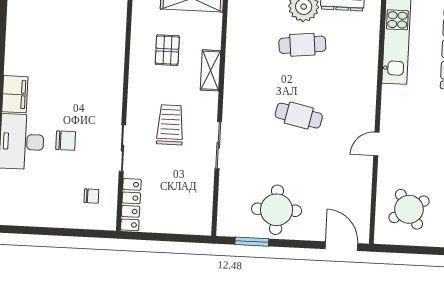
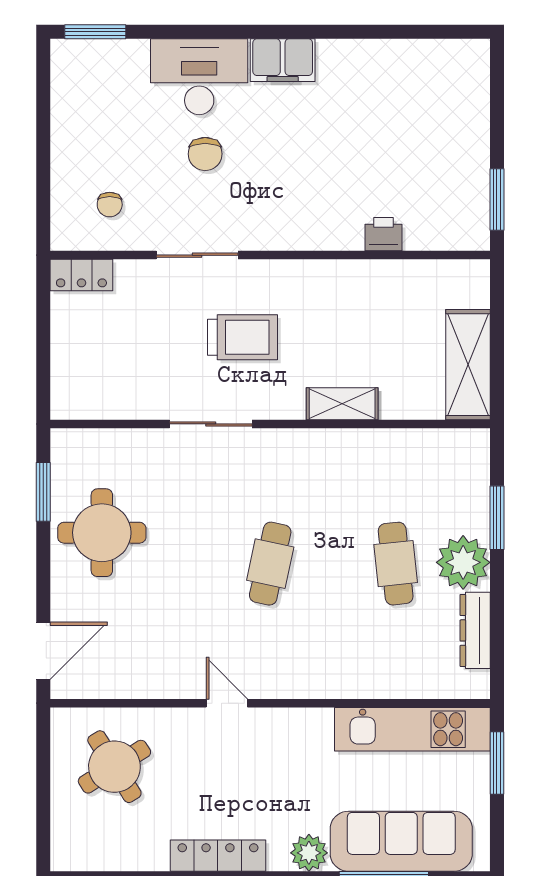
printer: (116, 42) -> (383, 234), added
pallet: (167, 50) -> (374, 325), removed
locker: (131, 205) -> (81, 275), width x0.66

